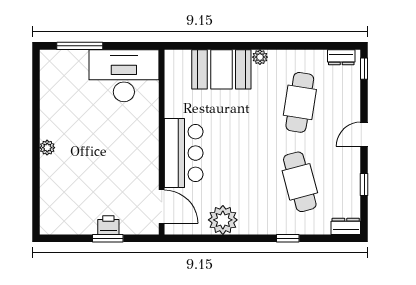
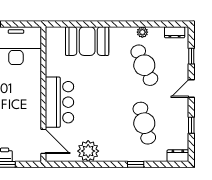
plant: (260, 57) -> (142, 32), moved
window: (364, 69) -> (191, 56), moved
cafe table: (300, 102) -> (144, 65), turned -33

